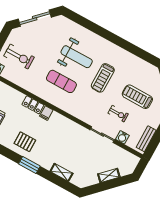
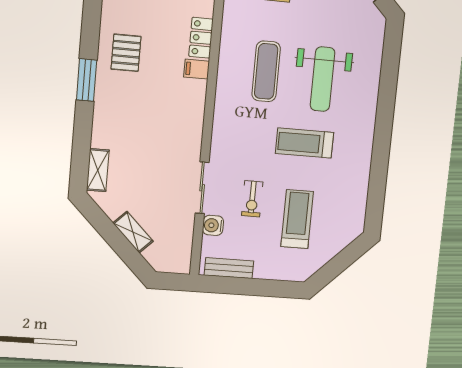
shelving: (61, 172) -> (98, 170), moved

